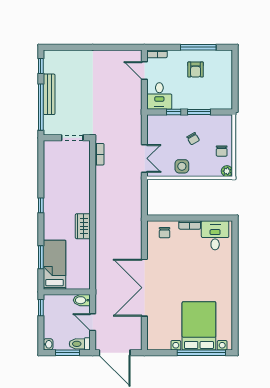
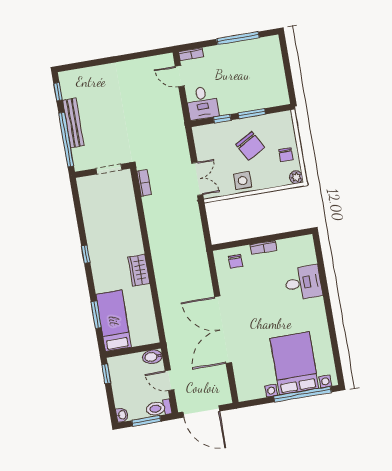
armchair: (196, 70) -> (239, 65), removed
chair: (193, 139) -> (250, 146), width x1.87, depth x1.87
desk: (215, 235) -> (303, 283), moved, turned 90

